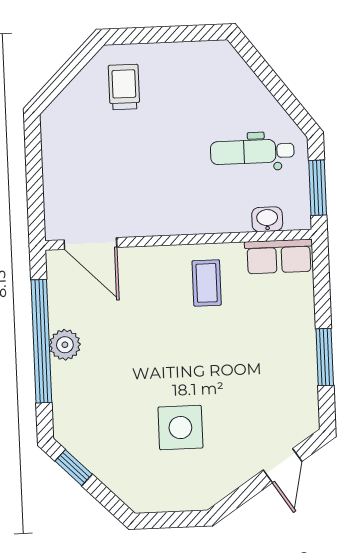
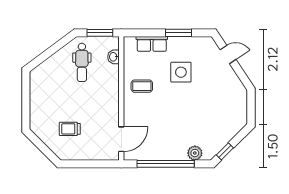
trolley: (124, 87) -> (70, 129), moved
row of seats: (279, 256) -> (152, 44), moved, turned 90
plant: (65, 345) -> (195, 153), moved
side table: (180, 428) -> (181, 72), moved

